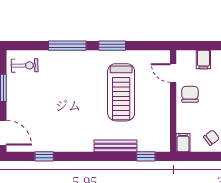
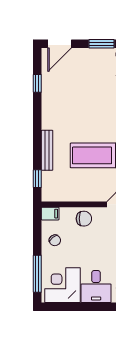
chair: (190, 94) -> (84, 219), moved

